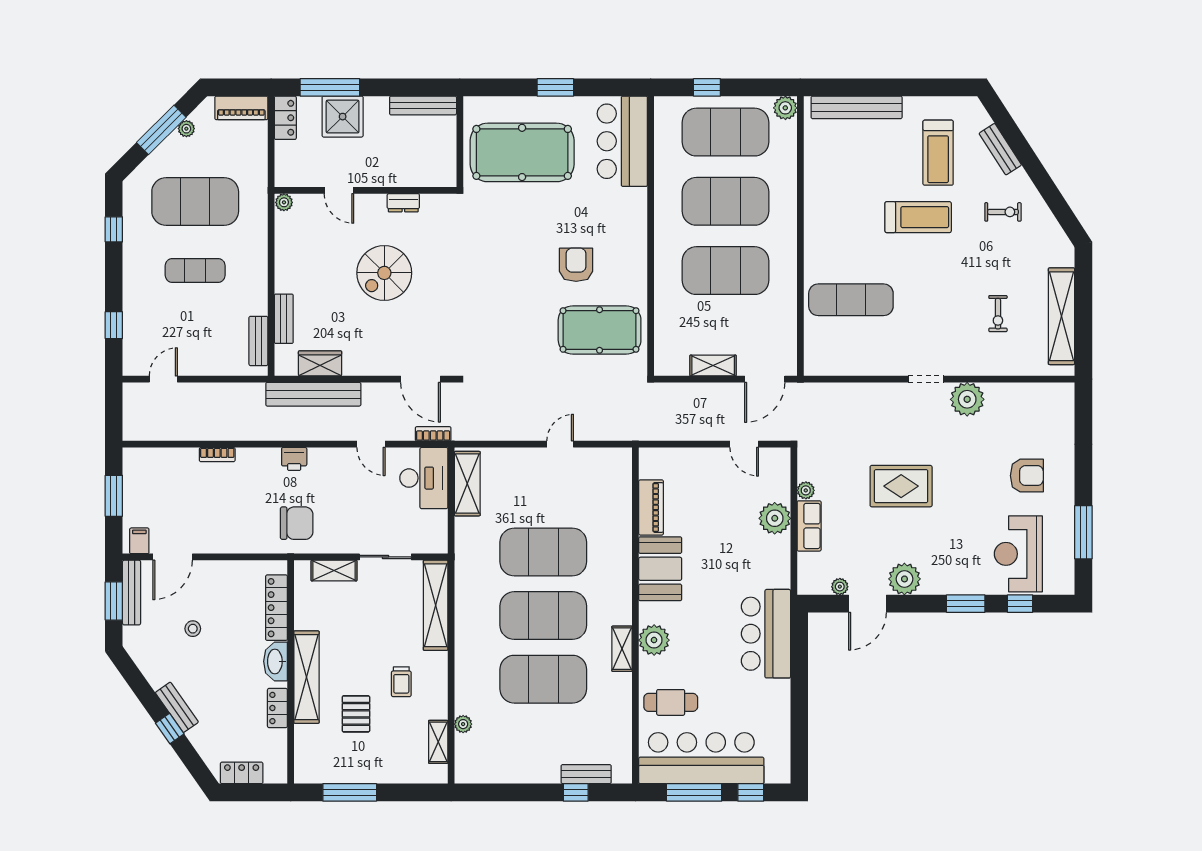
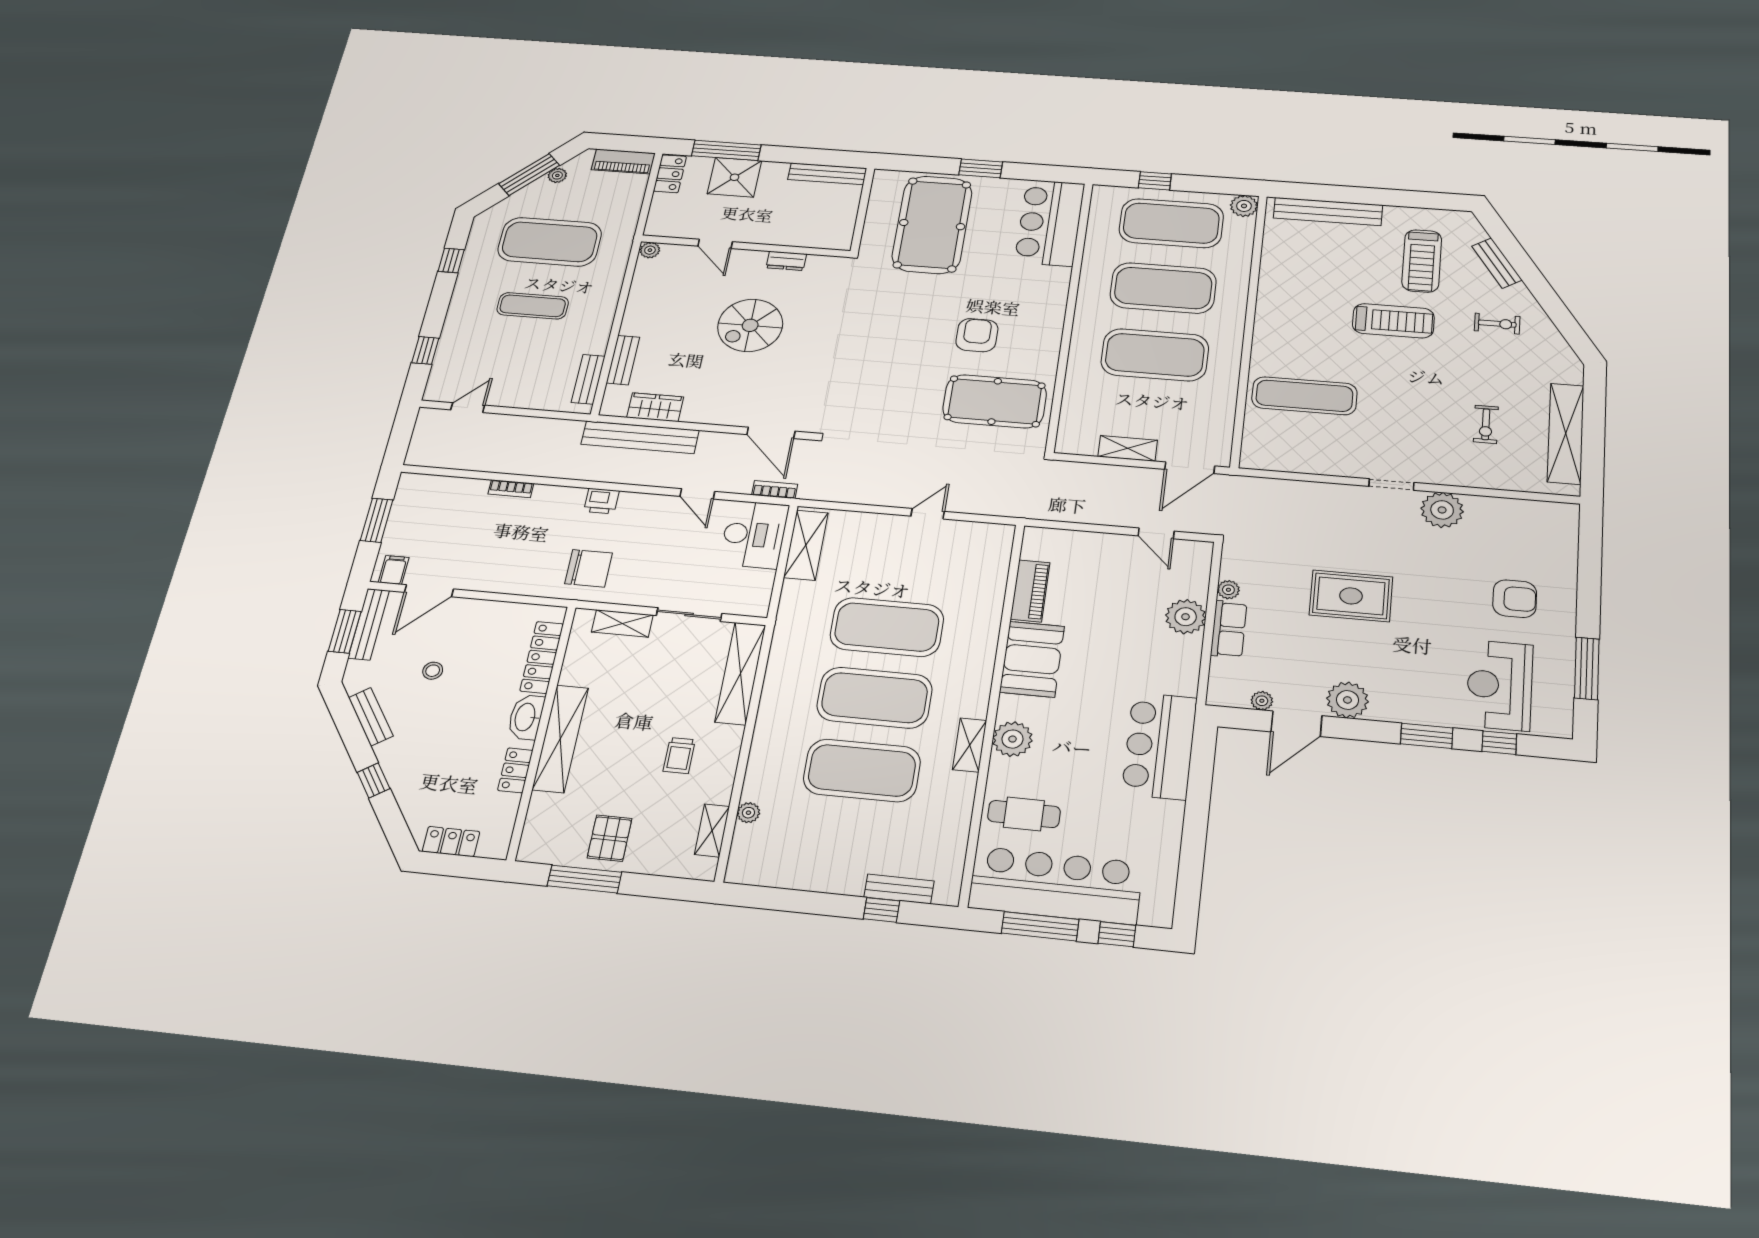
pool table: (522, 152) -> (932, 225), turned 90
bench: (177, 707) -> (371, 717), moved
pallet: (356, 714) -> (610, 838), moved

